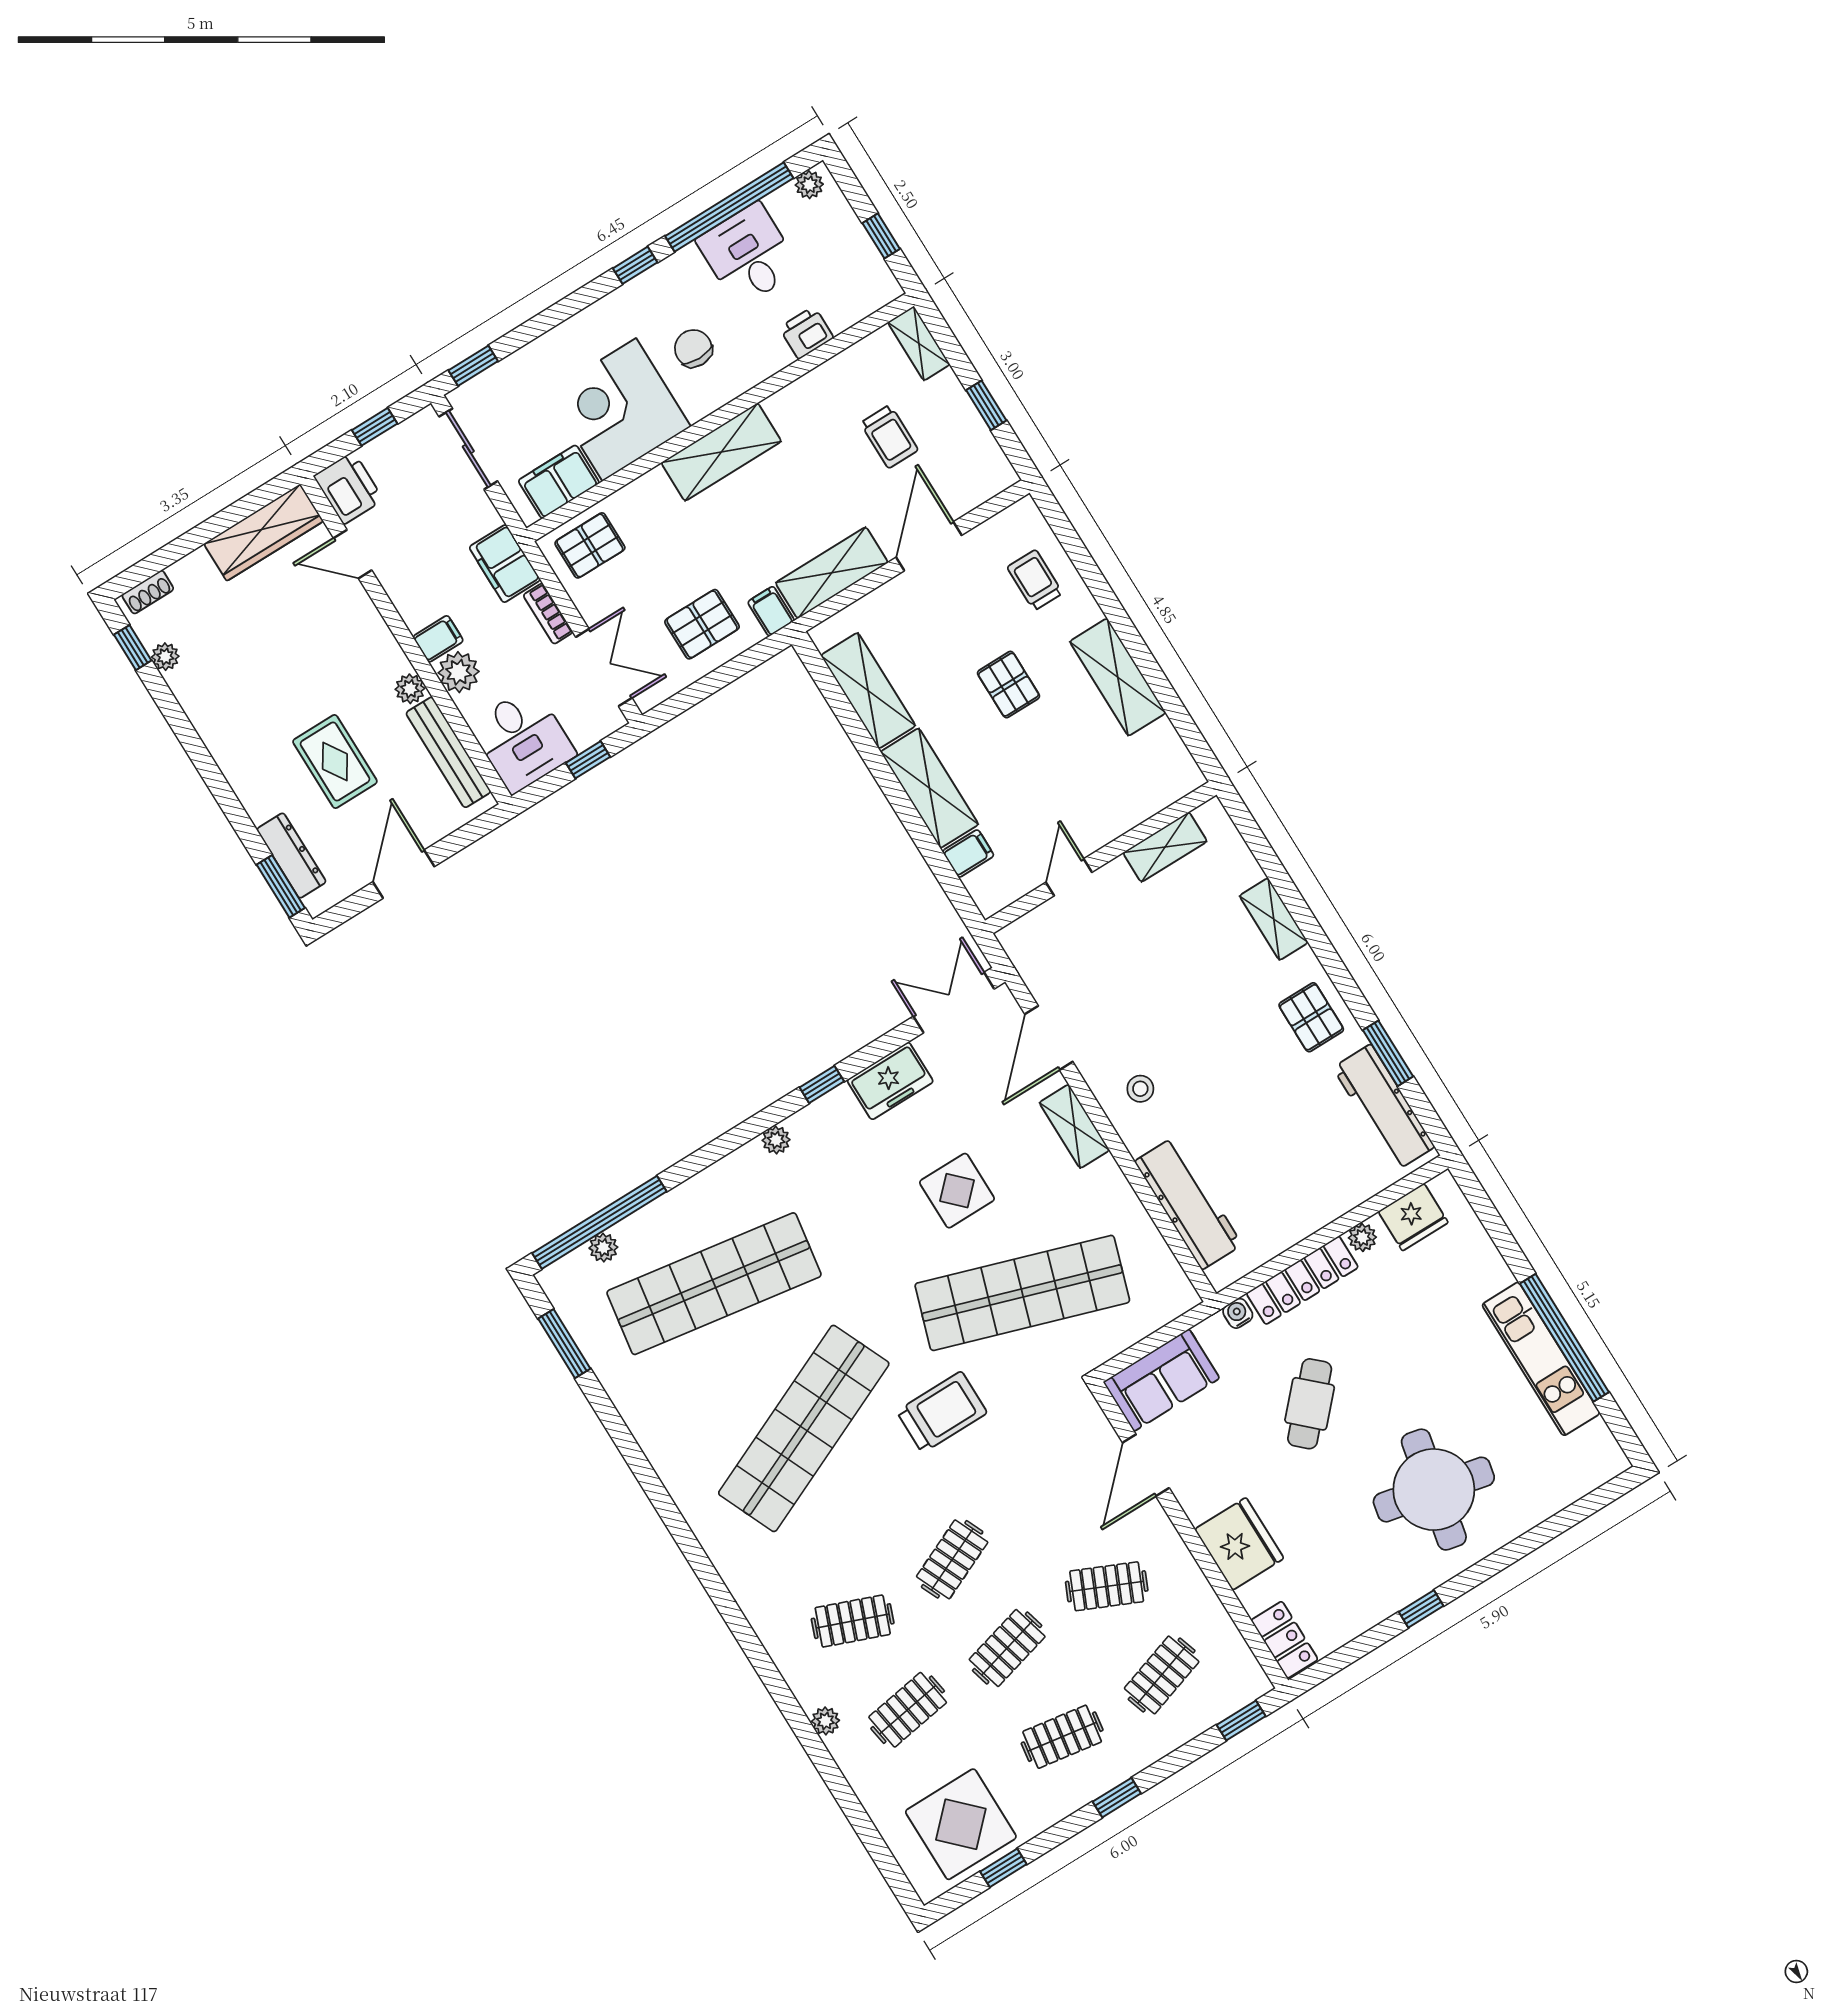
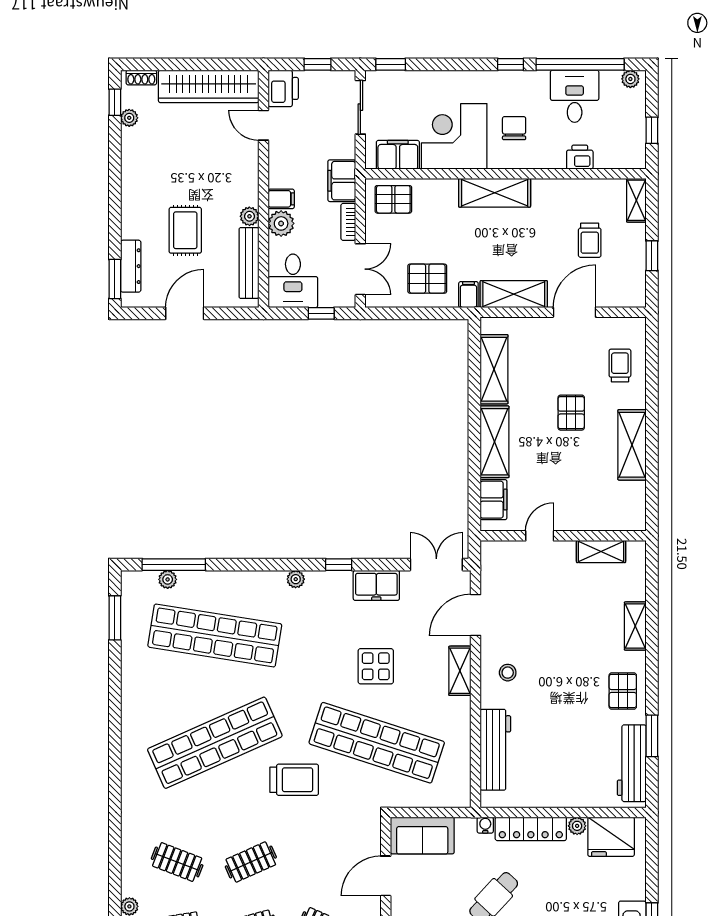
wardrobe: (263, 532) -> (209, 86), width x1.40, depth x1.17
filing cabinet: (968, 853) -> (494, 500), width x2.00
fridge: (1413, 1217) -> (611, 837), width x1.36, depth x1.34
window: (599, 1222) -> (174, 565), width x0.68

